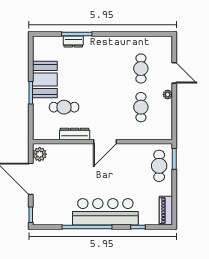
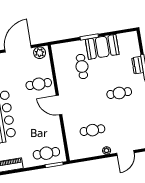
cafe table: (141, 68) -> (119, 93), moved
dresser: (75, 134) -> (61, 79), removed
cafe table: (76, 161) -> (39, 84), added

